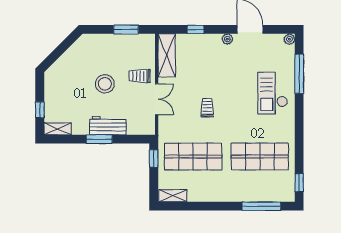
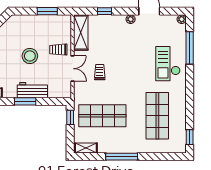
trolley: (207, 108) -> (100, 72), moved
shop shelf: (260, 157) -> (157, 116), turned 90
window: (261, 206) -> (122, 157), moved

